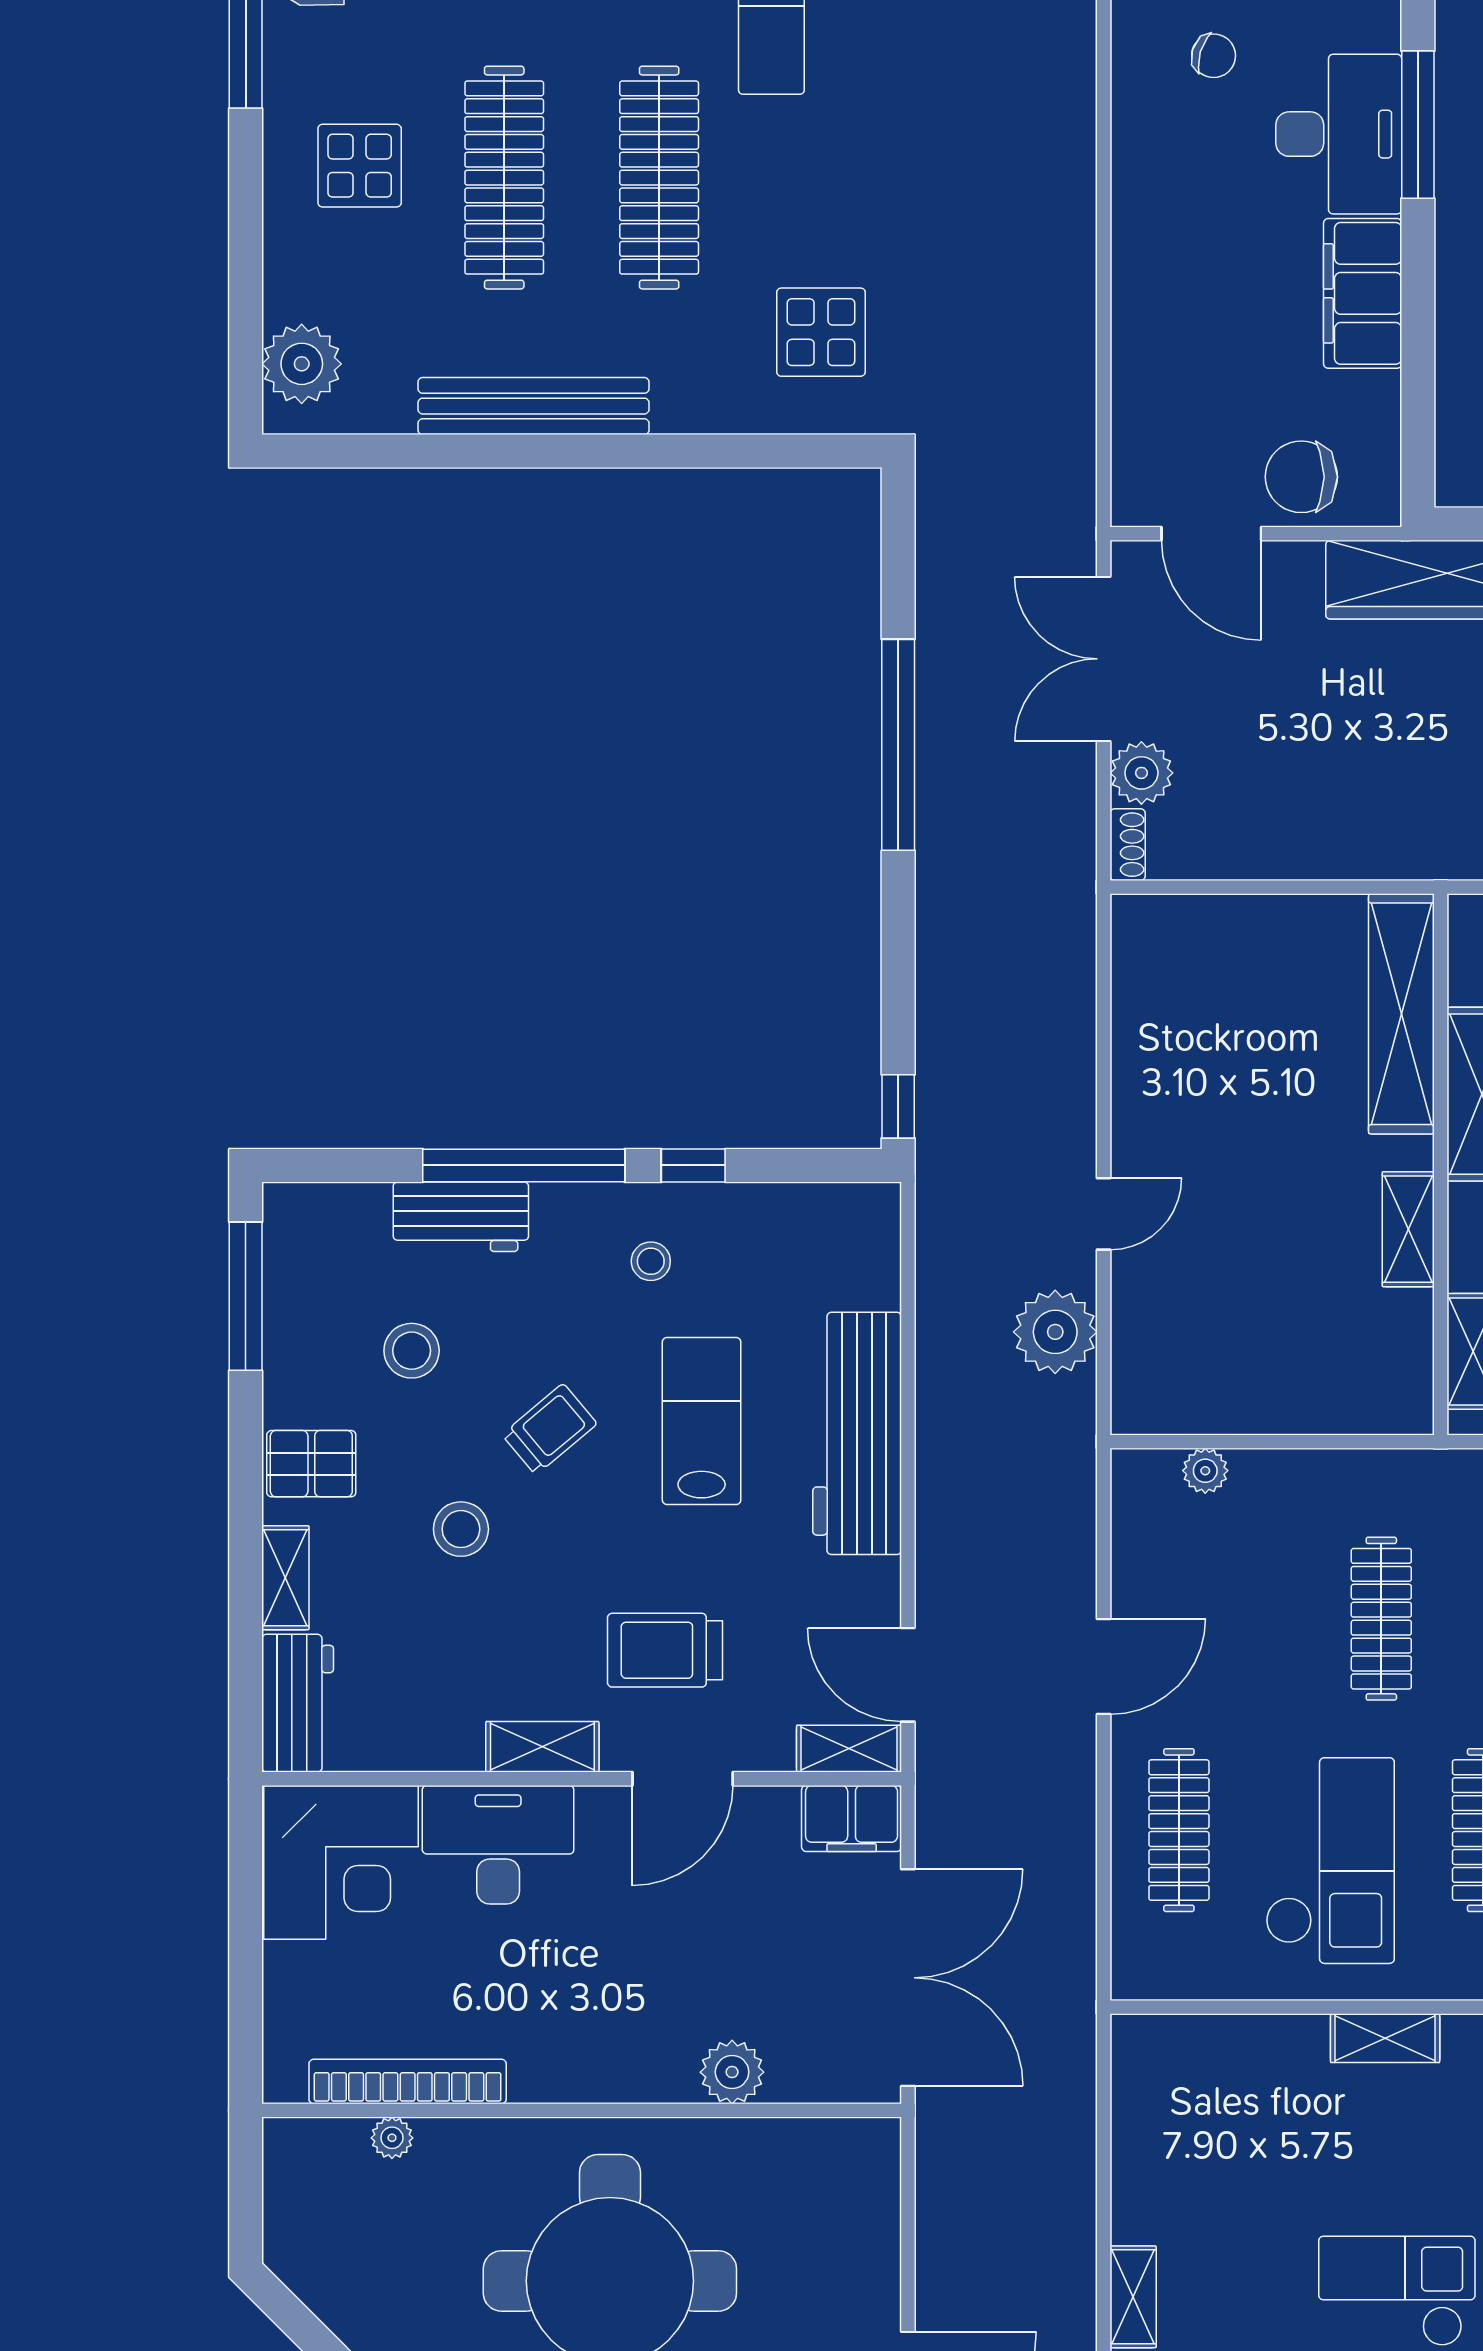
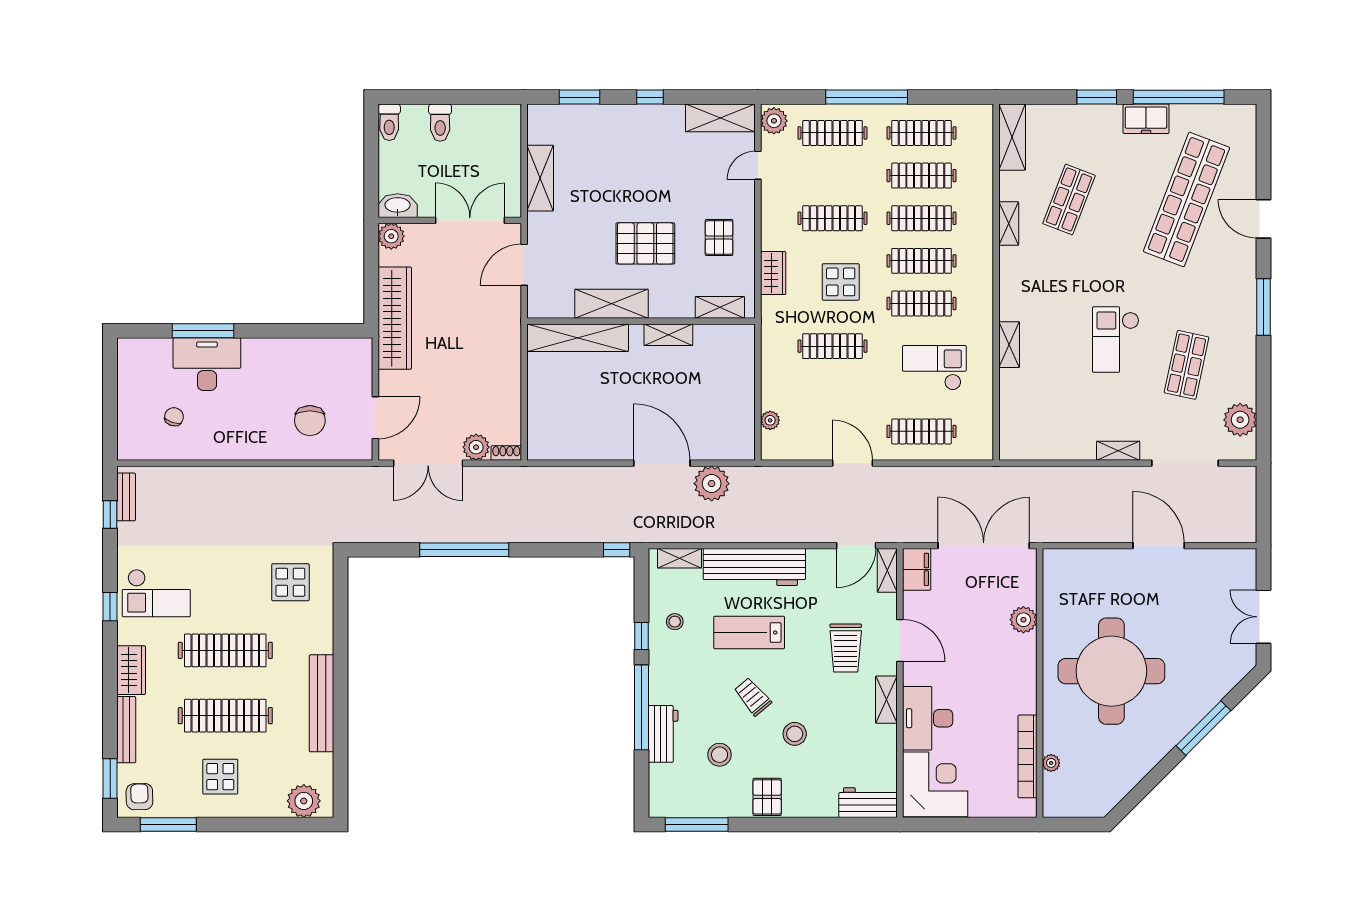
filing cabinet: (1363, 293) -> (274, 354), removed
chair: (1301, 477) -> (310, 421), moved
door: (1104, 1214) -> (662, 463), width x1.88
stool: (651, 1261) -> (675, 622), moved
shelving: (285, 1578) -> (679, 558), moved
checkout: (1330, 1861) -> (934, 368), width x0.73, depth x0.83

